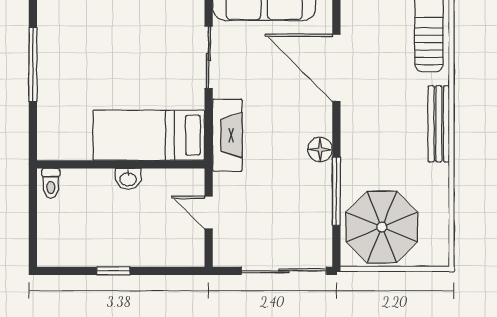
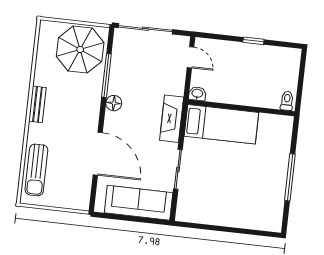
bench: (439, 124) -> (37, 104), width x0.73
washbasin: (128, 179) -> (197, 94), moved
door: (209, 213) -> (191, 57), moved

